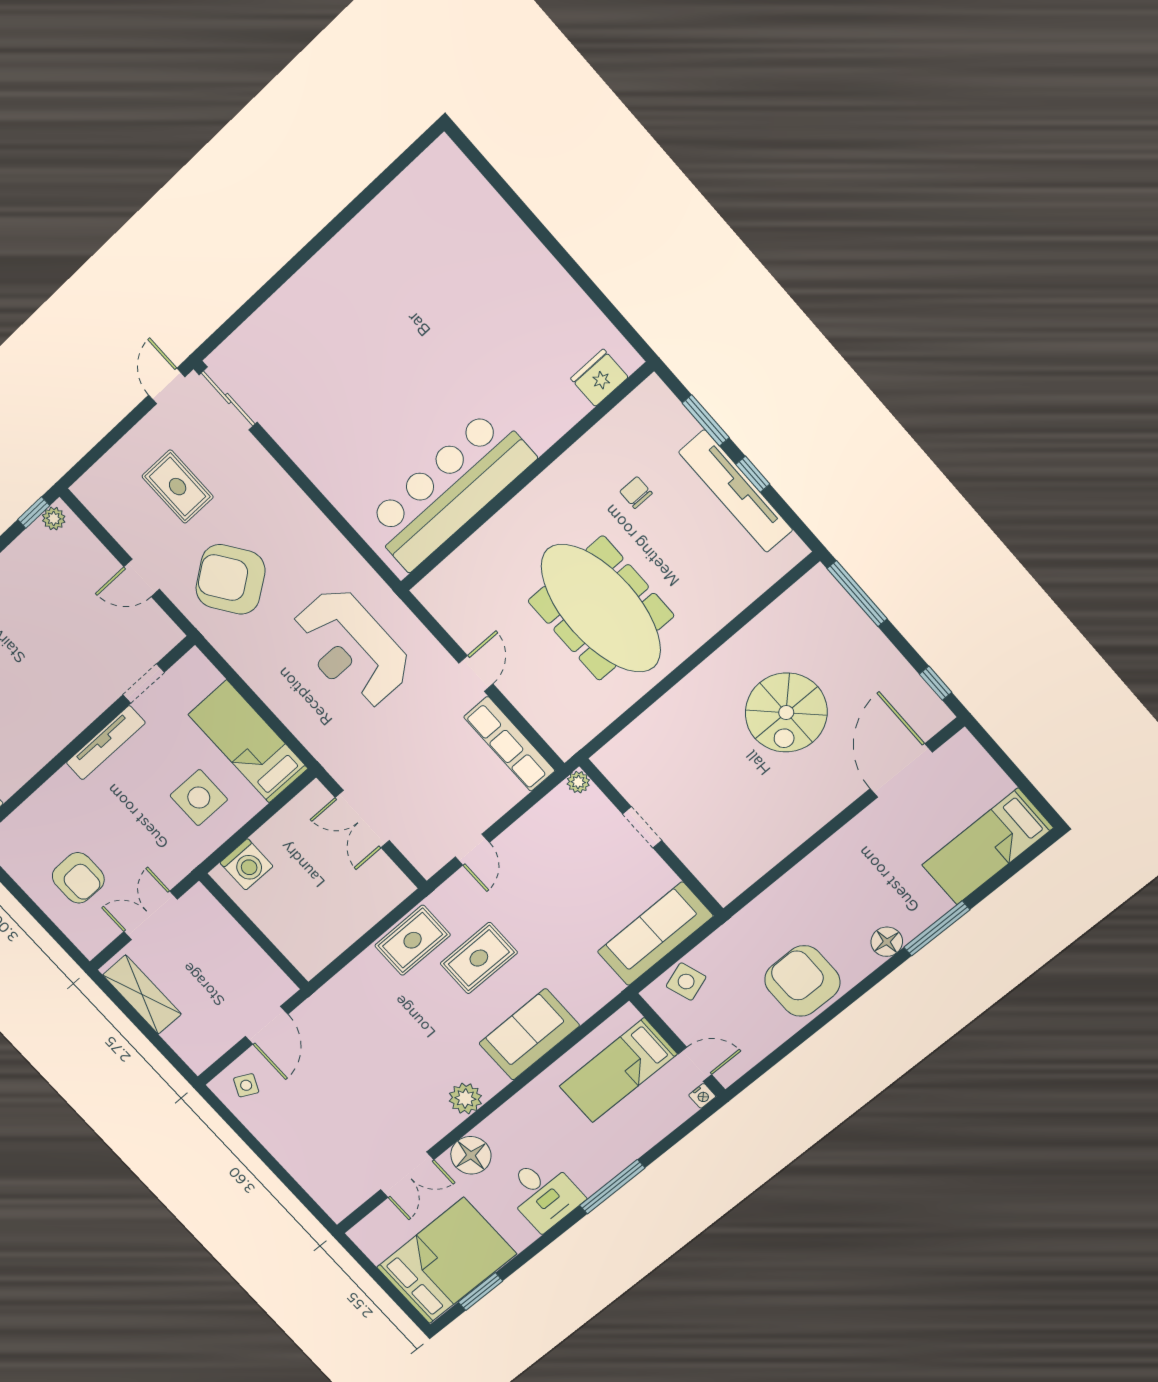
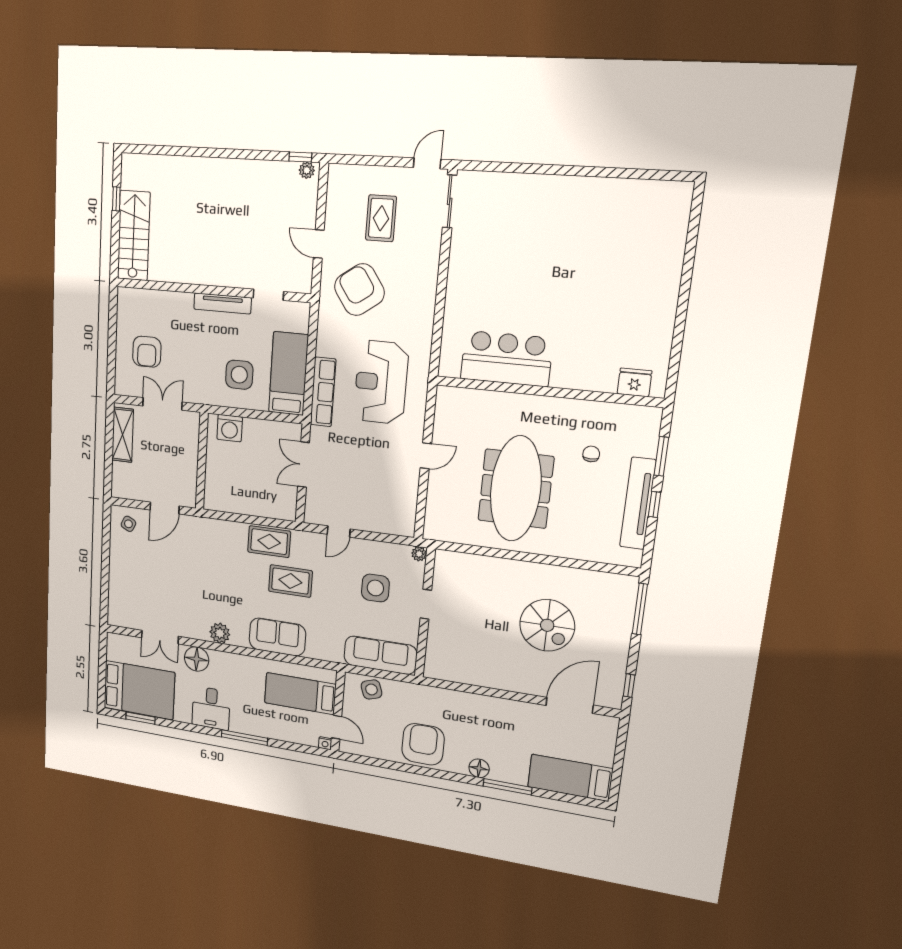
bar counter: (450, 490) -> (506, 359), width x0.73
spiral stairs: (786, 713) -> (547, 625), turned -90
row of seats: (509, 744) -> (323, 392), moved, turned 180
side table: (573, 868) -> (375, 588), added

